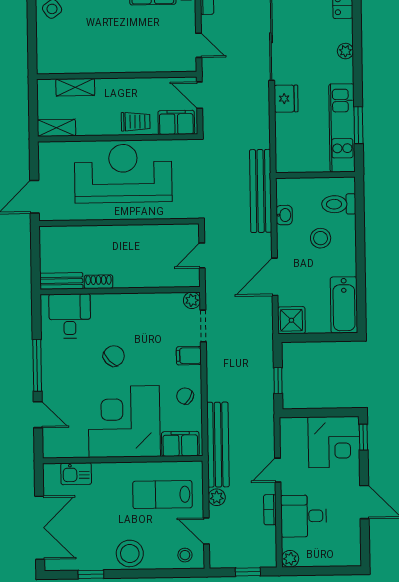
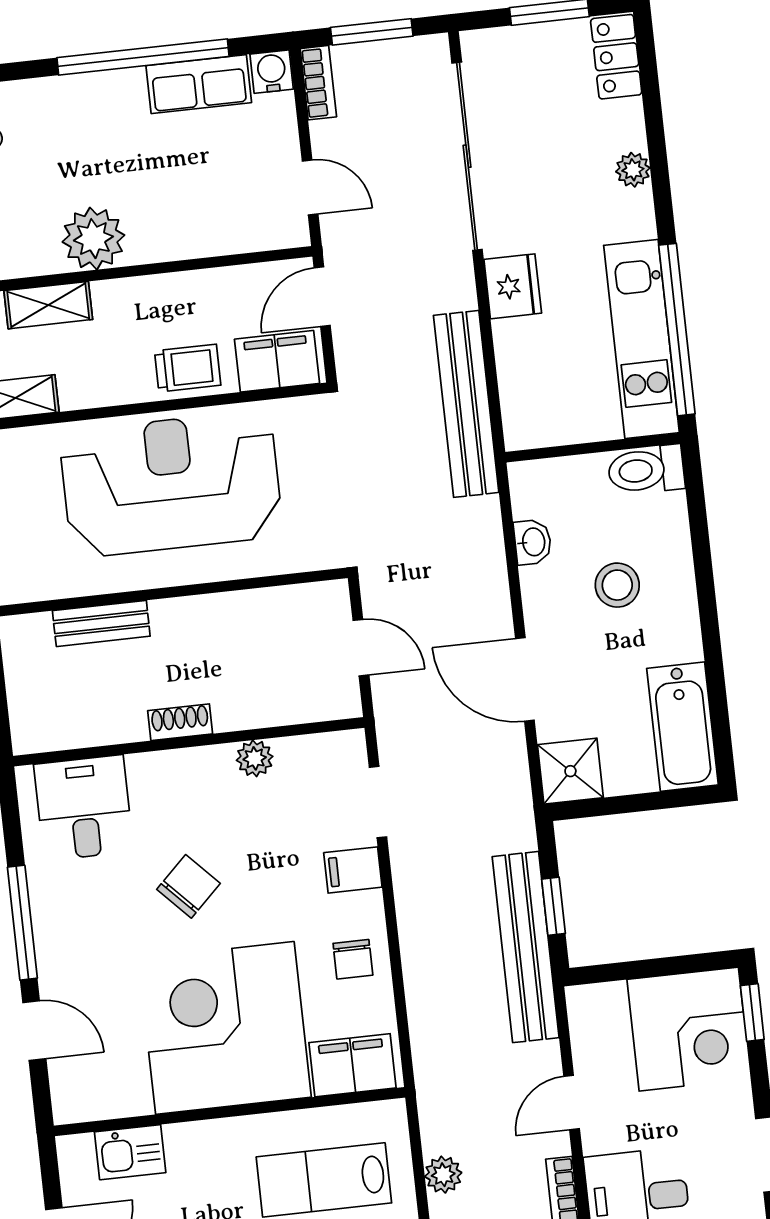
plant: (99, 59) -> (93, 239), added
door: (199, 95) -> (322, 297), hinge flipped
window: (358, 125) -> (677, 330), width x2.11
bench: (261, 191) -> (466, 404), moved
toilet: (339, 204) -> (646, 470), moved
door: (202, 255) -> (361, 648), swing flipped
door: (275, 277) -> (525, 679), hinge flipped
bench: (61, 281) -> (101, 623), moved
shoe rack: (99, 282) -> (180, 722), moved
plant: (192, 300) -> (255, 758), moved
chair: (185, 396) -> (353, 959), turned -121
bench: (218, 445) -> (526, 947), moved

